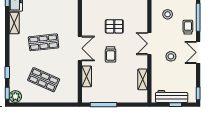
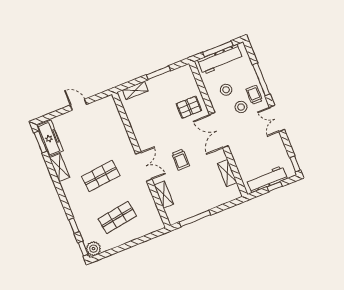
pallet: (114, 26) -> (189, 107), moved
double door: (149, 44) -> (219, 130), width x1.37
stool: (171, 56) -> (241, 107), moved
shop shelf: (44, 80) -> (117, 217), turned -33

